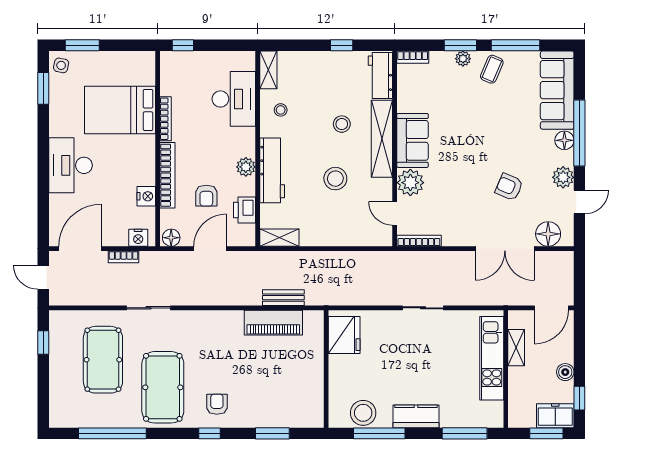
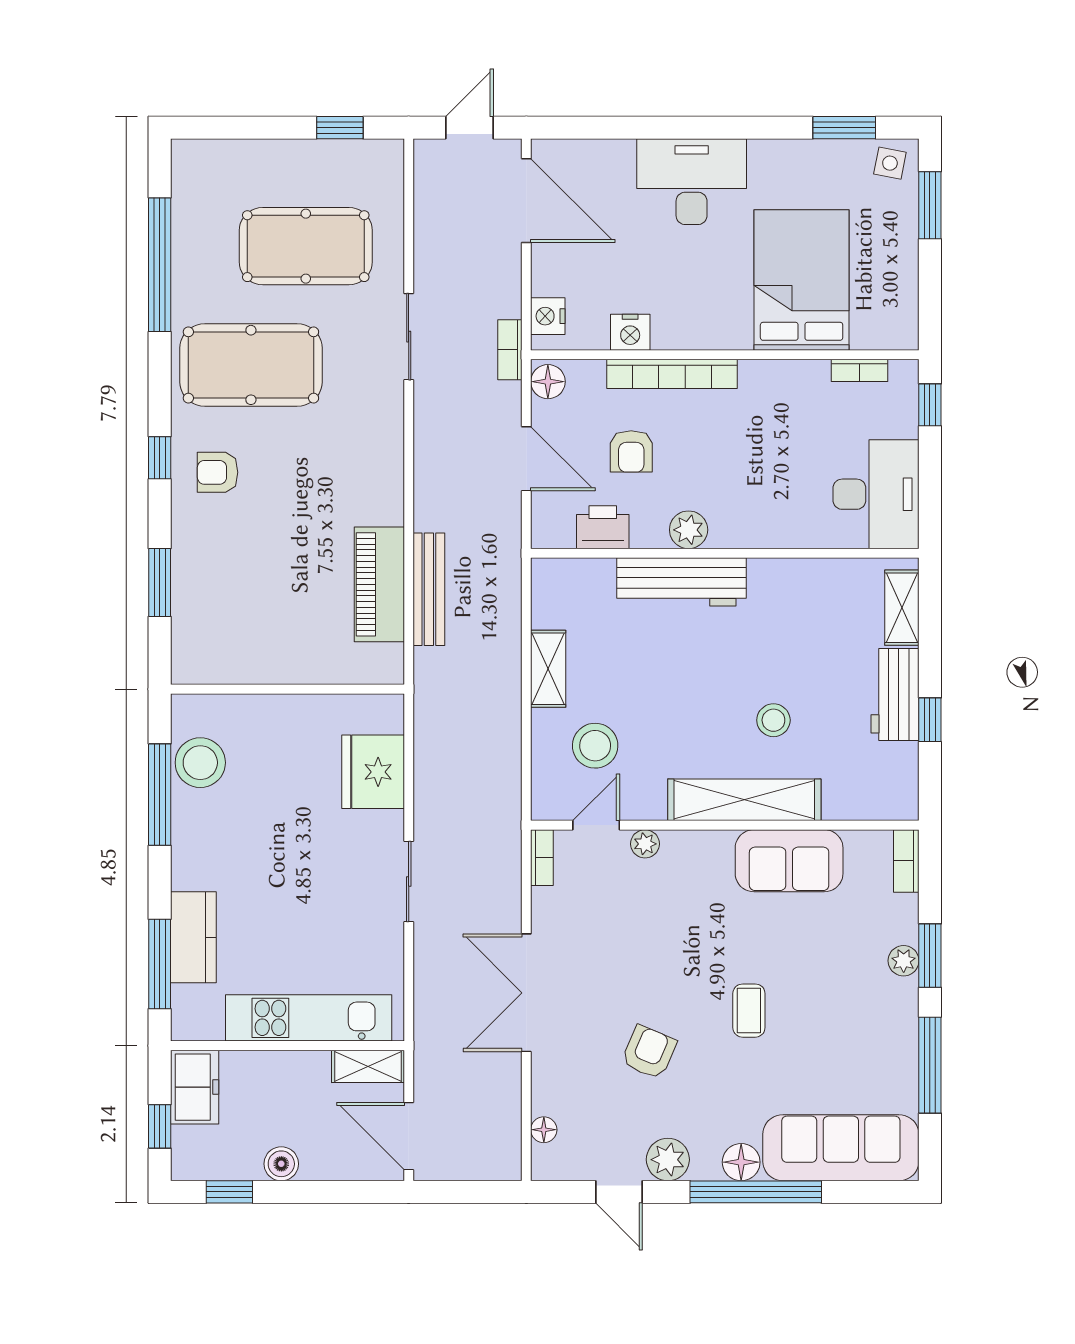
coffee table: (492, 69) -> (749, 1011), moved, turned 67
shelving: (268, 70) -> (902, 608), moved, turned 90
workbench: (380, 75) -> (895, 694), moved, turned -90
desk: (234, 99) -> (876, 494), moved, turned -90
stool: (281, 110) -> (801, 599), removed
bookcase: (166, 119) -> (859, 370), moved, width x0.64
sofa: (413, 140) -> (789, 861), moved
stool: (335, 179) -> (595, 746), moved
plant: (410, 183) -> (645, 844), width x0.53, depth x0.53
armchair: (206, 196) -> (631, 451), turned -90
floor lamp: (548, 234) -> (544, 1130), width x0.53, depth x0.53
shelving: (279, 238) -> (548, 669), moved
bookcase: (419, 241) -> (542, 858), width x0.64
double door: (505, 249) -> (526, 993), moved
bookcase: (124, 257) -> (510, 350), moved
bench: (283, 298) -> (429, 589), width x1.36
fridge: (344, 335) -> (373, 772), moved, turned 90
shelving: (516, 348) -> (368, 1066), moved
armchair: (217, 404) -> (218, 472), turned 180
kitchen counter: (416, 416) -> (193, 937), moved
freezer: (555, 416) -> (195, 1087), moved
window: (546, 433) -> (160, 1126), width x0.67

